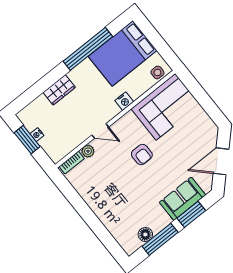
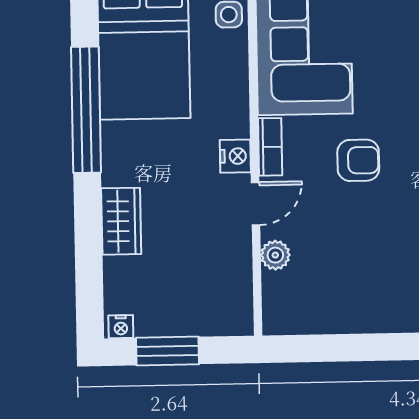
nightstand: (124, 101) -> (235, 156), moved
nightstand: (37, 135) -> (121, 327), moved
bookcase: (72, 163) -> (270, 147), moved

